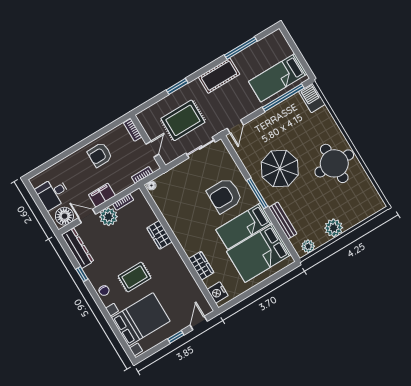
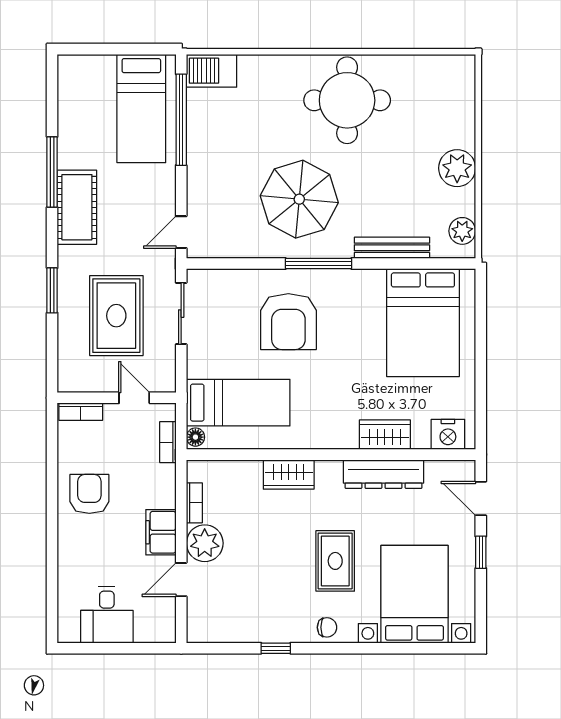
window: (241, 48) -> (52, 172), moved
door: (235, 127) -> (181, 232), swing flipped
armchair: (100, 155) -> (89, 494), turned 180
floor lamp: (64, 216) -> (158, 618), removed
bed: (244, 226) -> (238, 403), moved, turned -90
dresser: (78, 248) -> (383, 474), moved, turned 180

